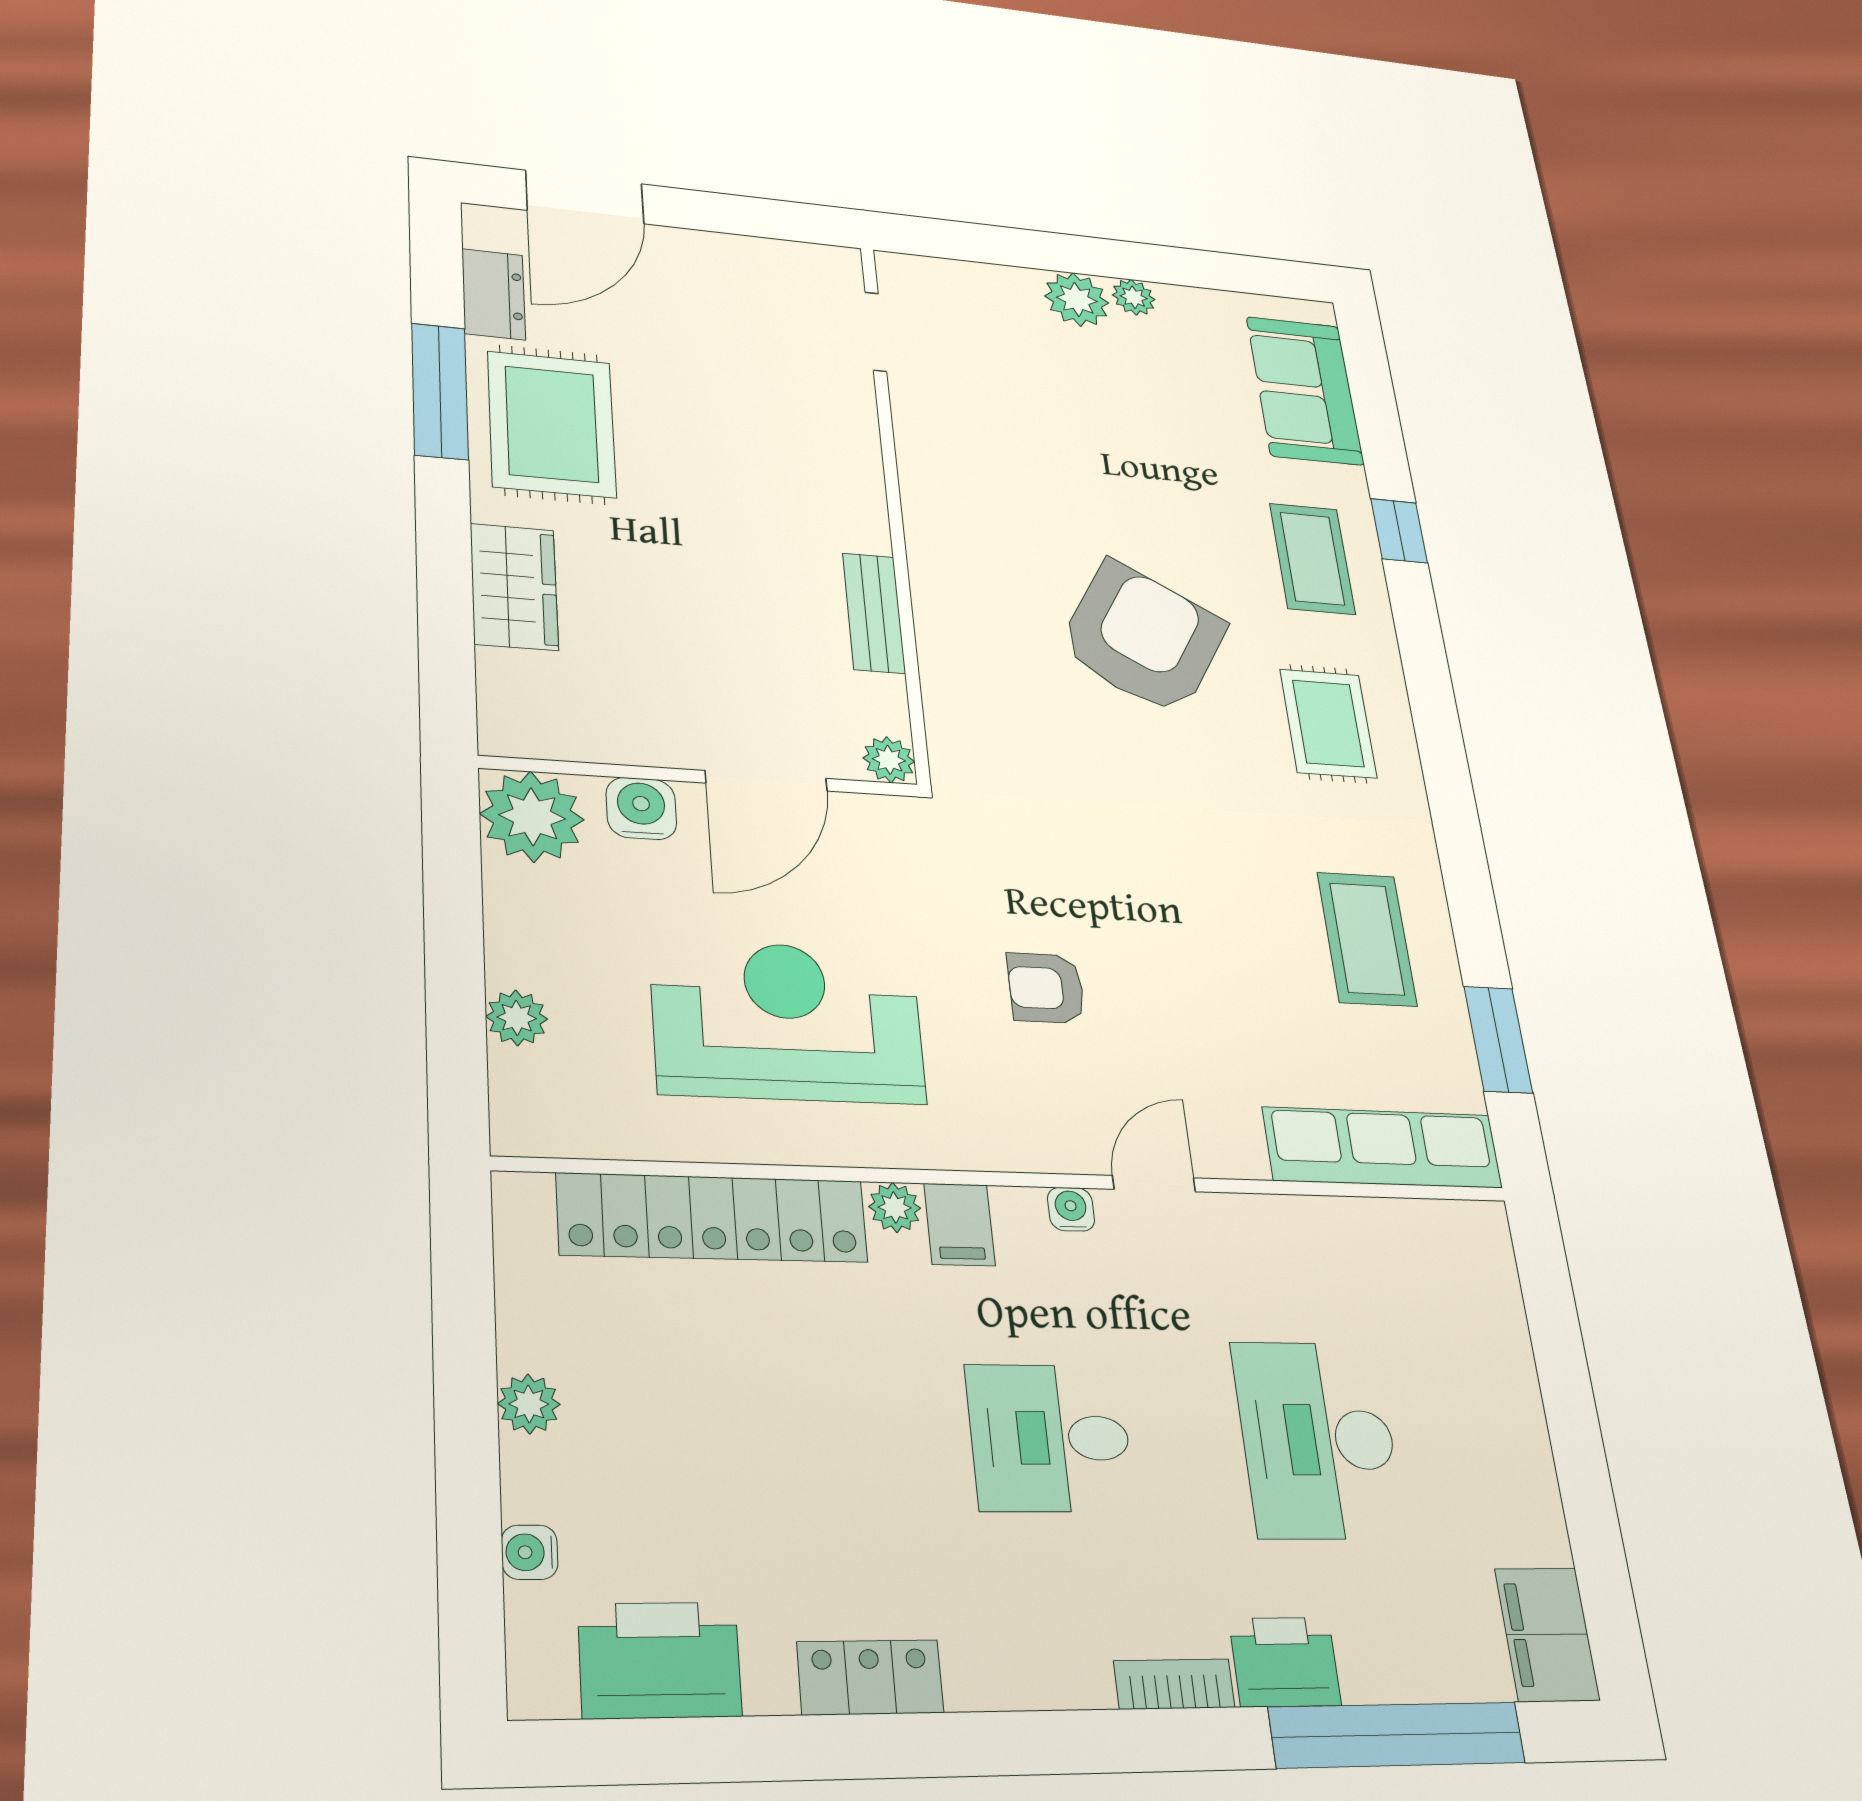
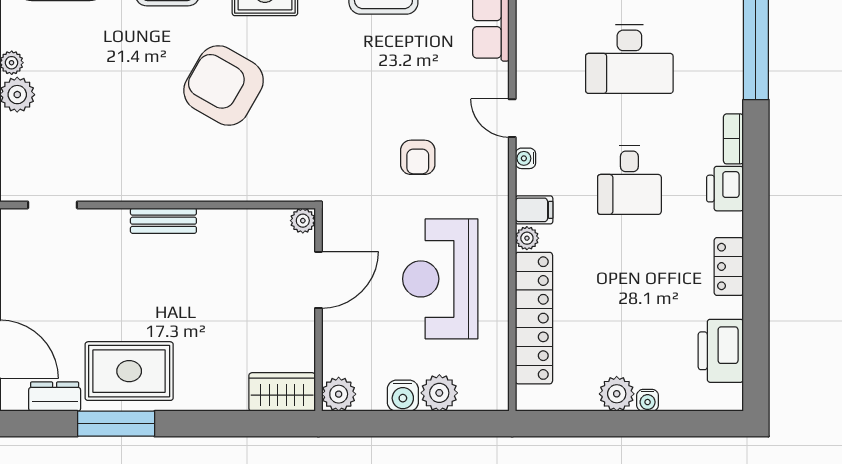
wardrobe: (514, 587) -> (282, 392), moved
bench: (874, 613) -> (163, 221), moved
door: (766, 781) -> (318, 280), hinge flipped
water cooler: (641, 808) -> (403, 396), moved, turned -90
plant: (532, 817) -> (339, 394), width x0.73, depth x0.73
plant: (517, 1018) -> (439, 393), width x1.38, depth x1.38
plant: (529, 1404) -> (617, 394), width x1.38, depth x1.38
water cooler: (530, 1552) -> (648, 400), moved
printer: (1285, 1662) -> (725, 189), moved

